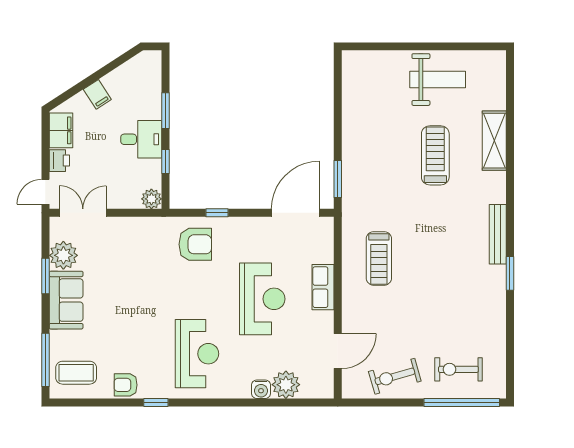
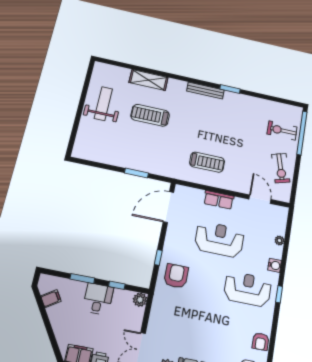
filing cabinet: (97, 94) -> (51, 299), moved
window: (338, 179) -> (136, 173), moved
door: (295, 213) -> (168, 207), hinge flipped
exercise bike: (458, 369) -> (282, 130), turned 90
plant: (286, 385) -> (279, 241), width x0.53, depth x0.53
water cooler: (261, 389) -> (275, 265), moved
window: (156, 403) -> (279, 294), moved

